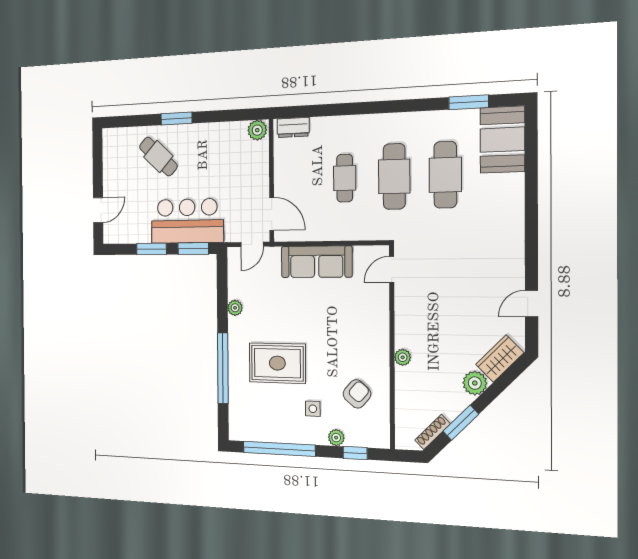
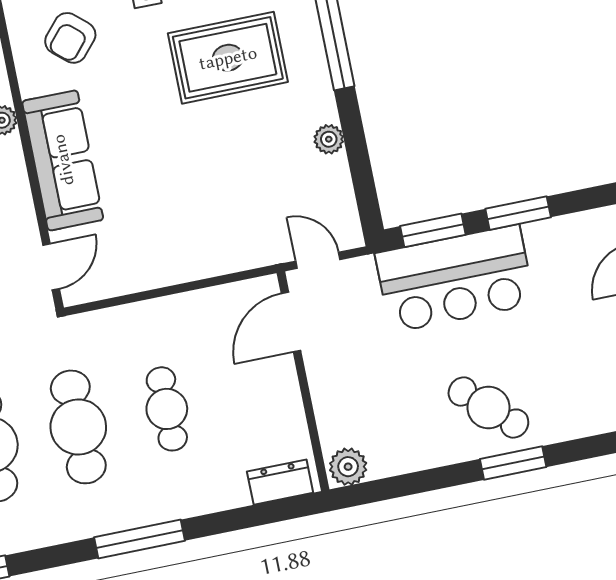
window: (373, 108) -> (139, 539), added
cafe table: (158, 157) -> (488, 408), moved
door: (272, 214) -> (291, 322), hinge flipped
door: (252, 244) -> (318, 260), hinge flipped
sofa: (317, 262) -> (63, 160), moved, turned 90

